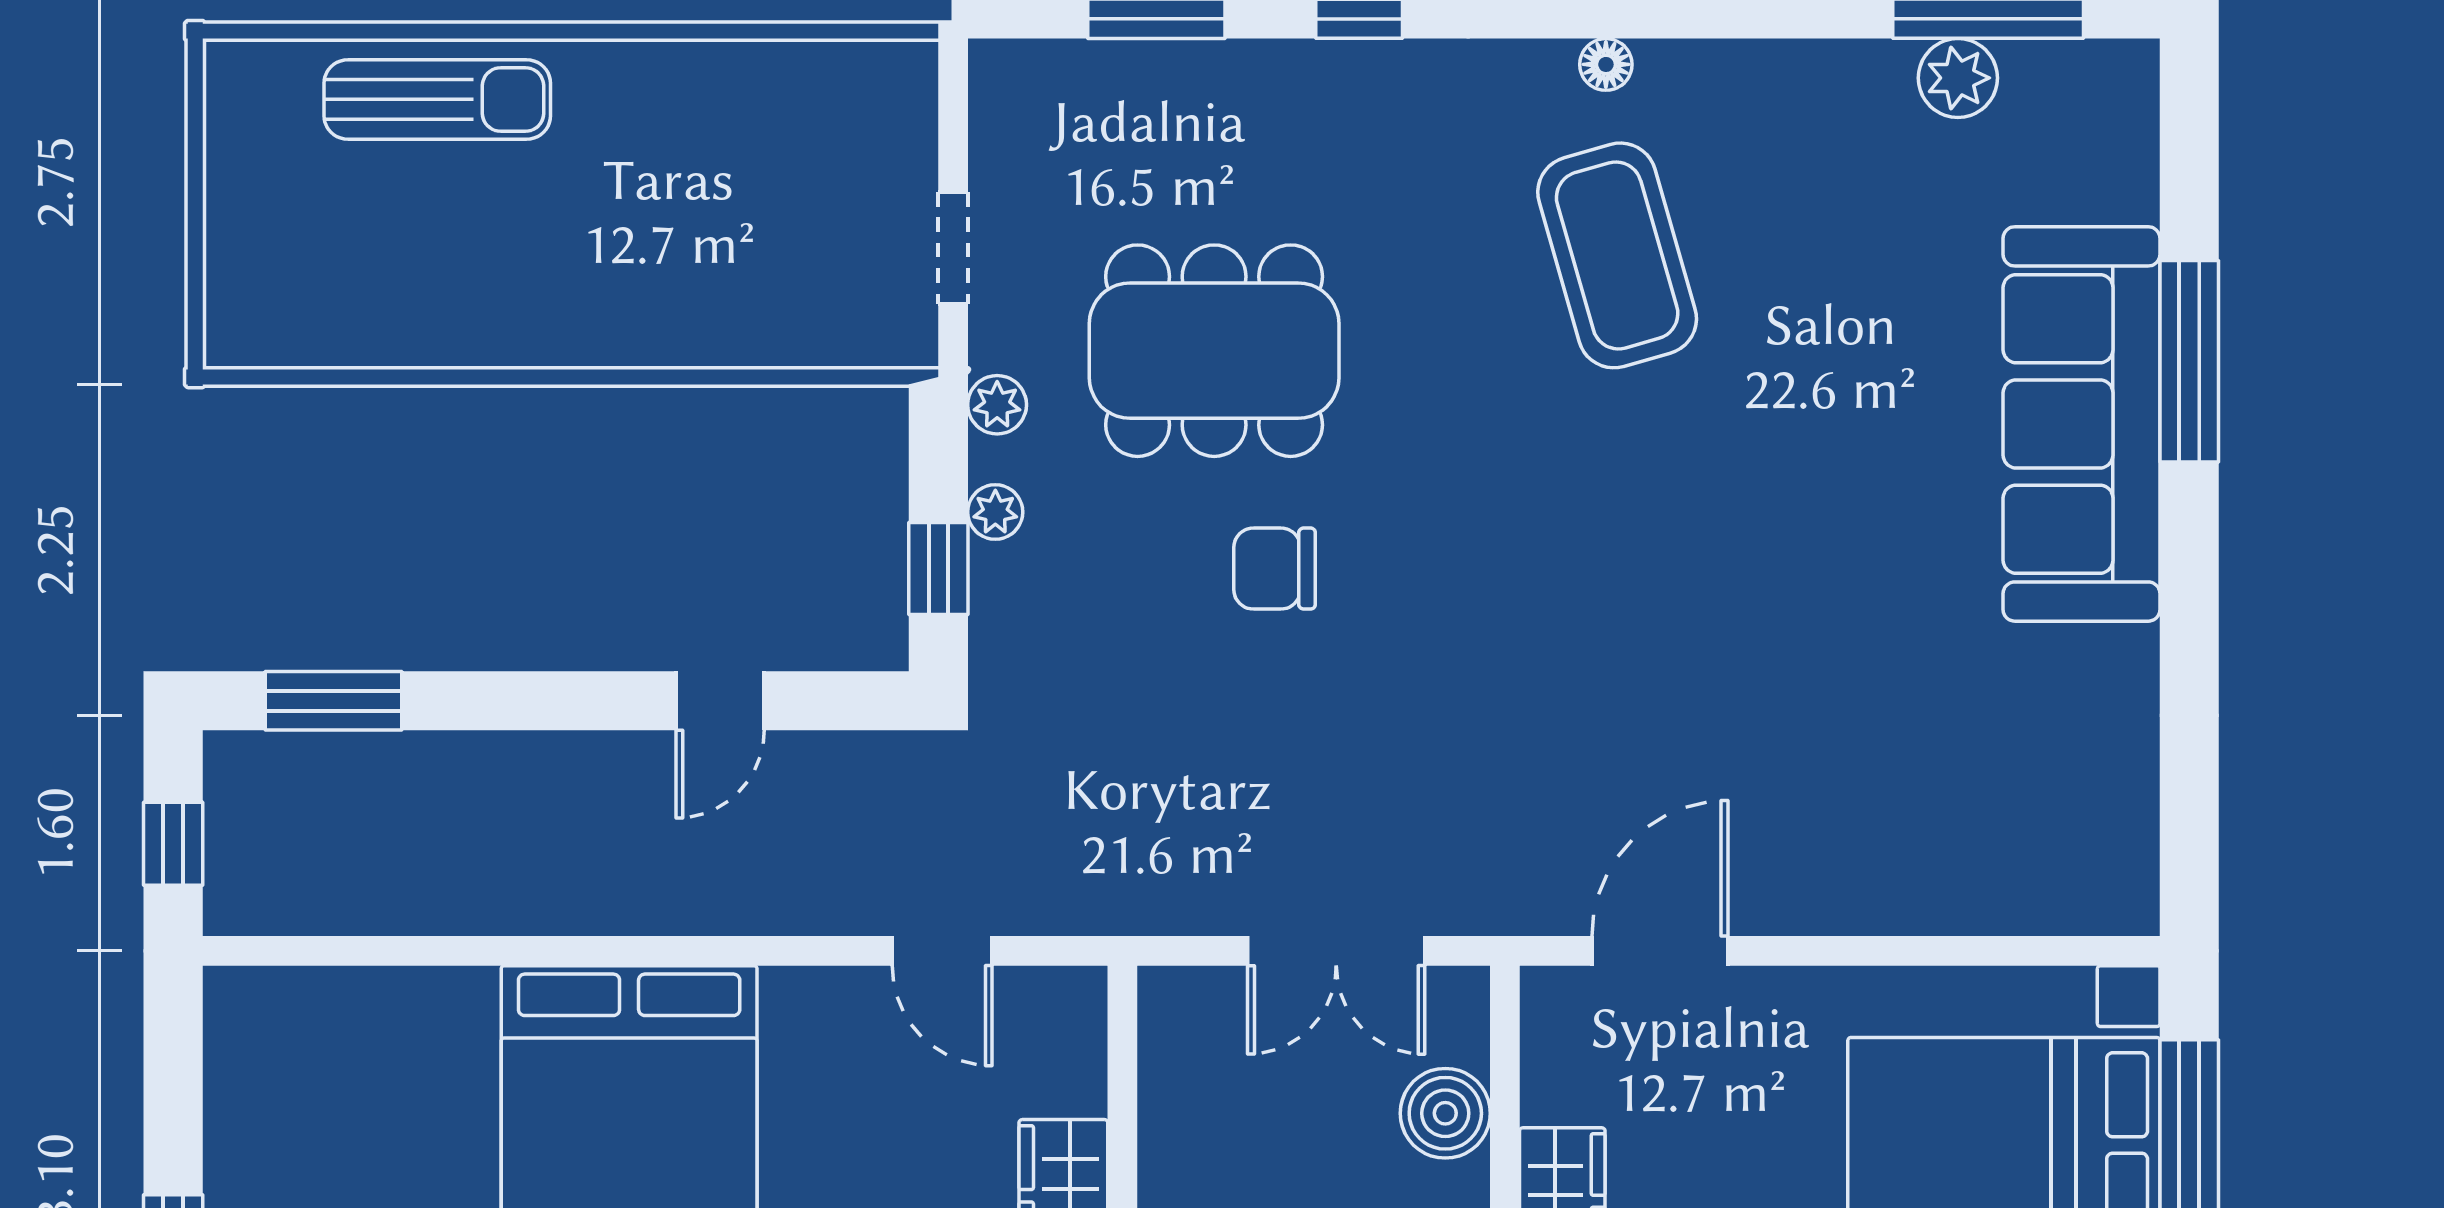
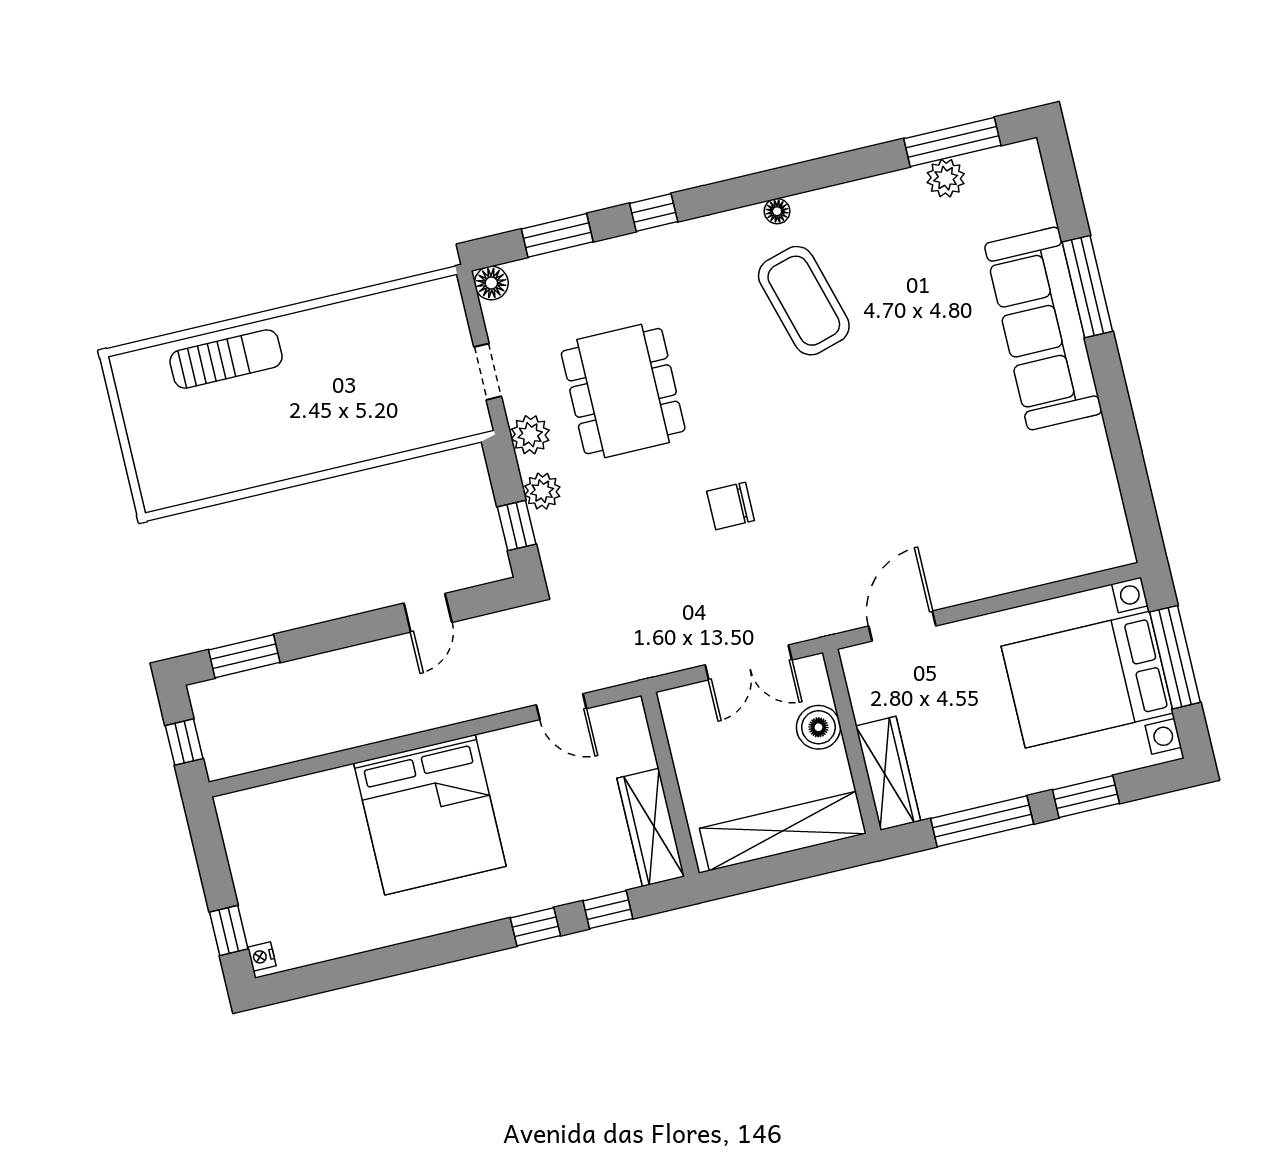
floor lamp: (1002, 73) -> (491, 283), added
dining table: (1214, 351) -> (623, 391), turned 90
plant: (997, 405) -> (530, 435), width x1.38, depth x1.38
plant: (995, 512) -> (542, 491), width x1.38, depth x1.38
chair: (1274, 569) -> (731, 506), moved

